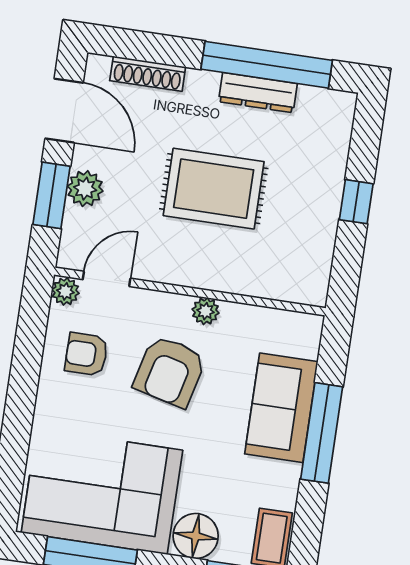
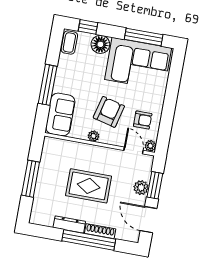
window: (267, 65) -> (89, 240), moved
shoe rack: (148, 74) -> (100, 231), moved
window: (356, 202) -> (31, 179), width x2.17
door: (107, 279) -> (133, 150), swing flipped
sofa: (281, 408) -> (60, 114), moved

